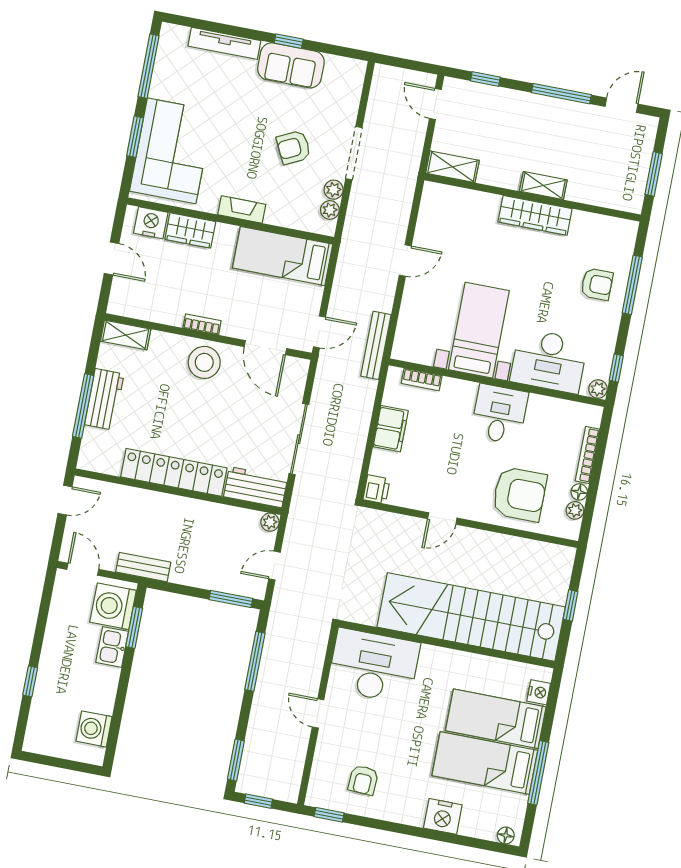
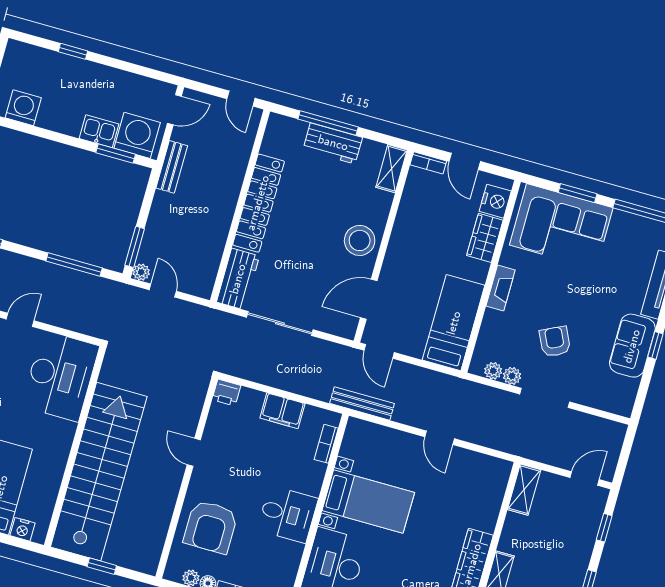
door: (112, 258) -> (465, 161), hinge flipped
bookcase: (202, 324) -> (428, 163), moved, turned 90
plant: (270, 522) -> (141, 272), moved

